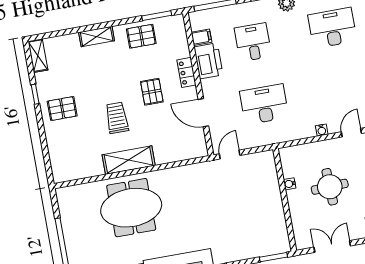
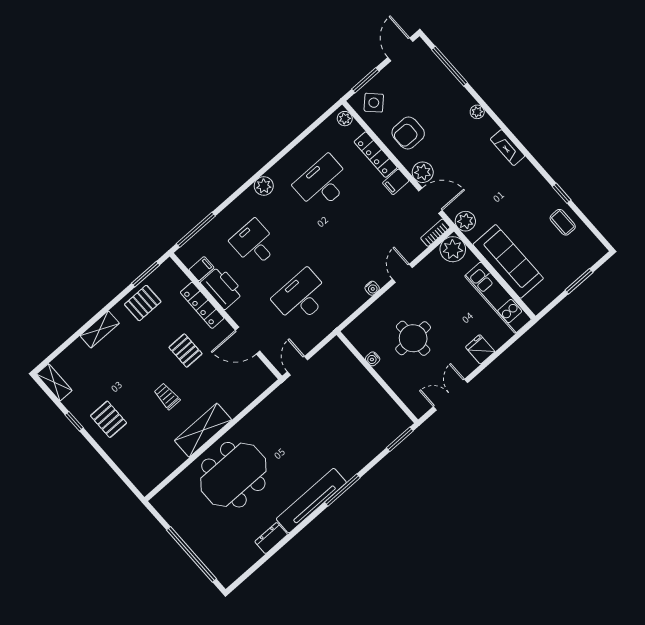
locker: (186, 72) -> (202, 305), width x1.53
pallet: (62, 109) -> (109, 419), turned 90
trolley: (117, 118) -> (167, 396), width x0.73, depth x0.72

